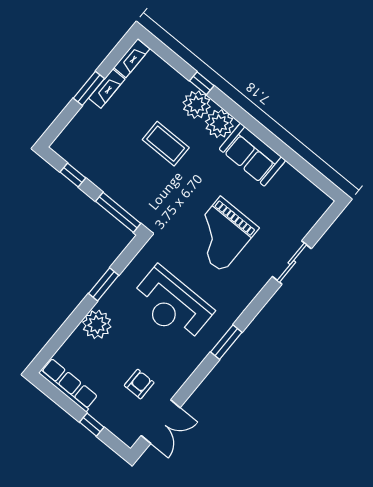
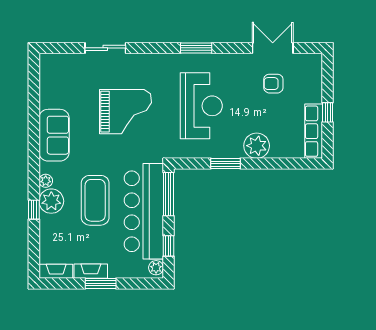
plant: (219, 124) -> (46, 181), width x0.53, depth x0.53
coffee table: (166, 144) -> (95, 200), width x1.36, depth x1.32
plant: (63, 148) -> (156, 268), added
bar counter: (121, 178) -> (144, 211), added
double door: (161, 422) -> (273, 48), moved
window: (92, 425) -> (328, 112), moved

